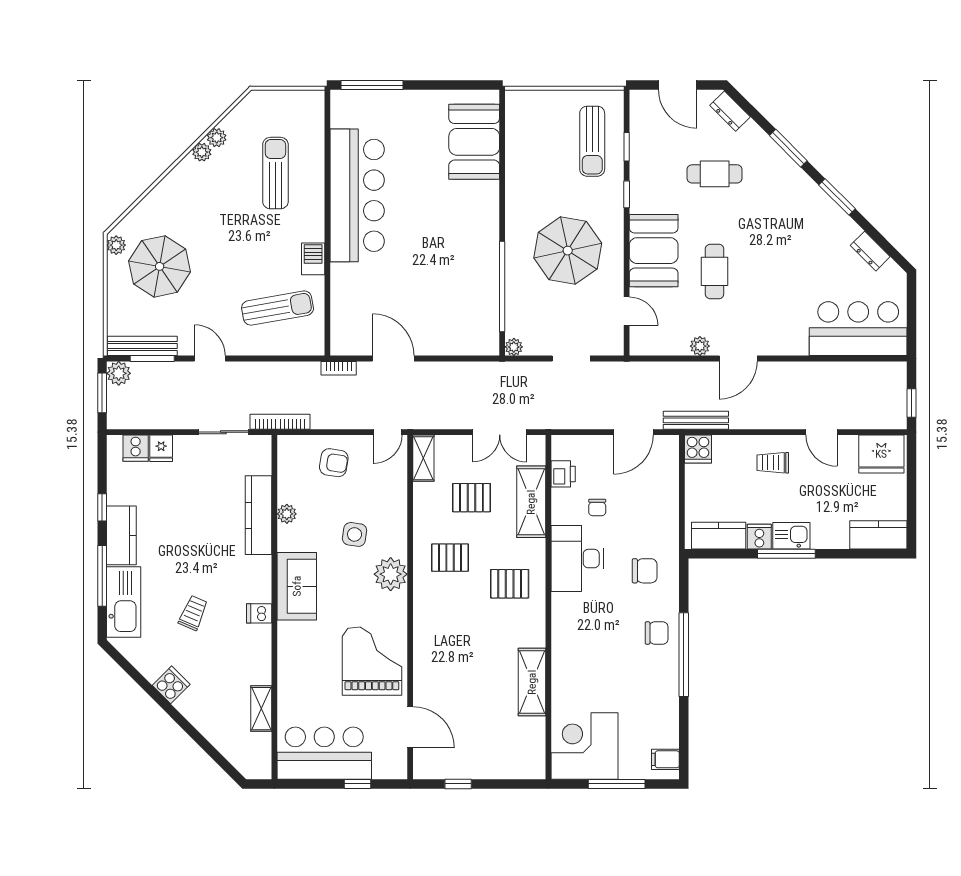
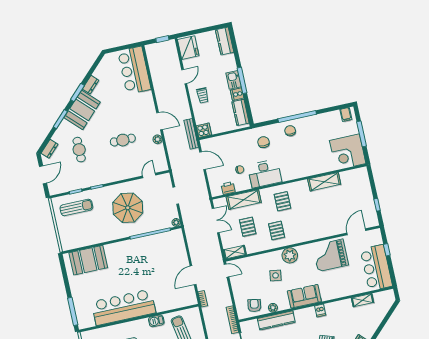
booth: (654, 251) -> (82, 110), moved, turned -45
dresser: (870, 251) -> (91, 85), moved
armchair: (334, 463) -> (254, 305), moved

